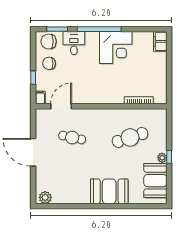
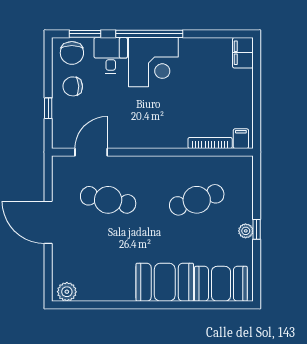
chair: (49, 41) -> (72, 53), turned -90
corner desk: (116, 48) -> (153, 62), moved
filing cabinet: (40, 97) -> (241, 139), moved
cafe table: (72, 137) -> (108, 200), width x1.37, depth x1.35
booth: (155, 181) -> (221, 284), moved, turned 90

